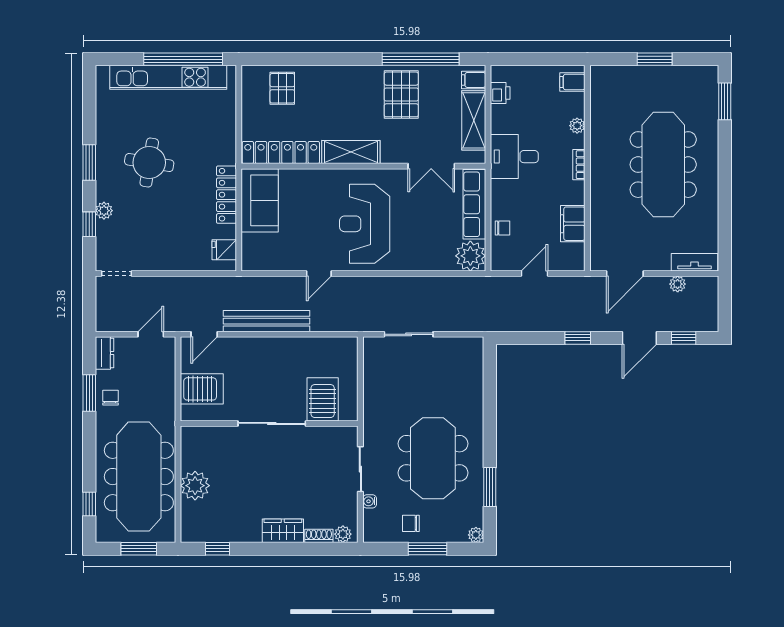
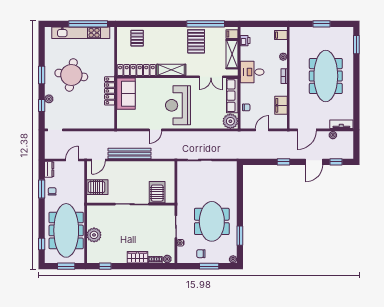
round table: (149, 163) -> (71, 75), width x1.36, depth x1.36
fridge: (224, 250) -> (109, 118), removed

